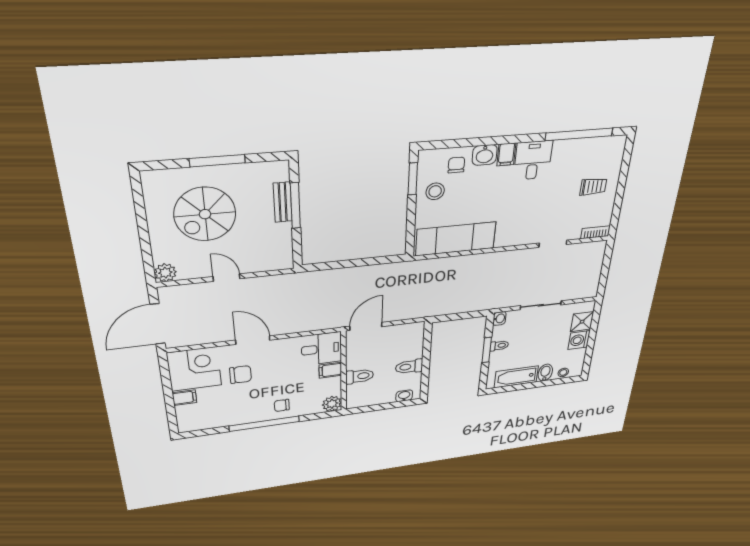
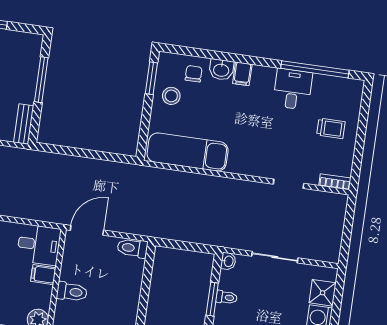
desk: (533, 160) -> (293, 89), moved
bench: (283, 202) -> (24, 124), moved
toilet: (409, 367) -> (132, 248), moved

